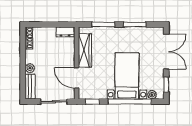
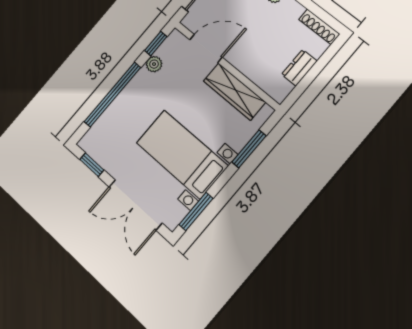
window: (135, 25) -> (196, 212), moved
dresser: (65, 32) -> (299, 68), moved
bed with nightstands: (127, 76) -> (182, 154), moved, turned 180
plant: (152, 95) -> (154, 64), moved

